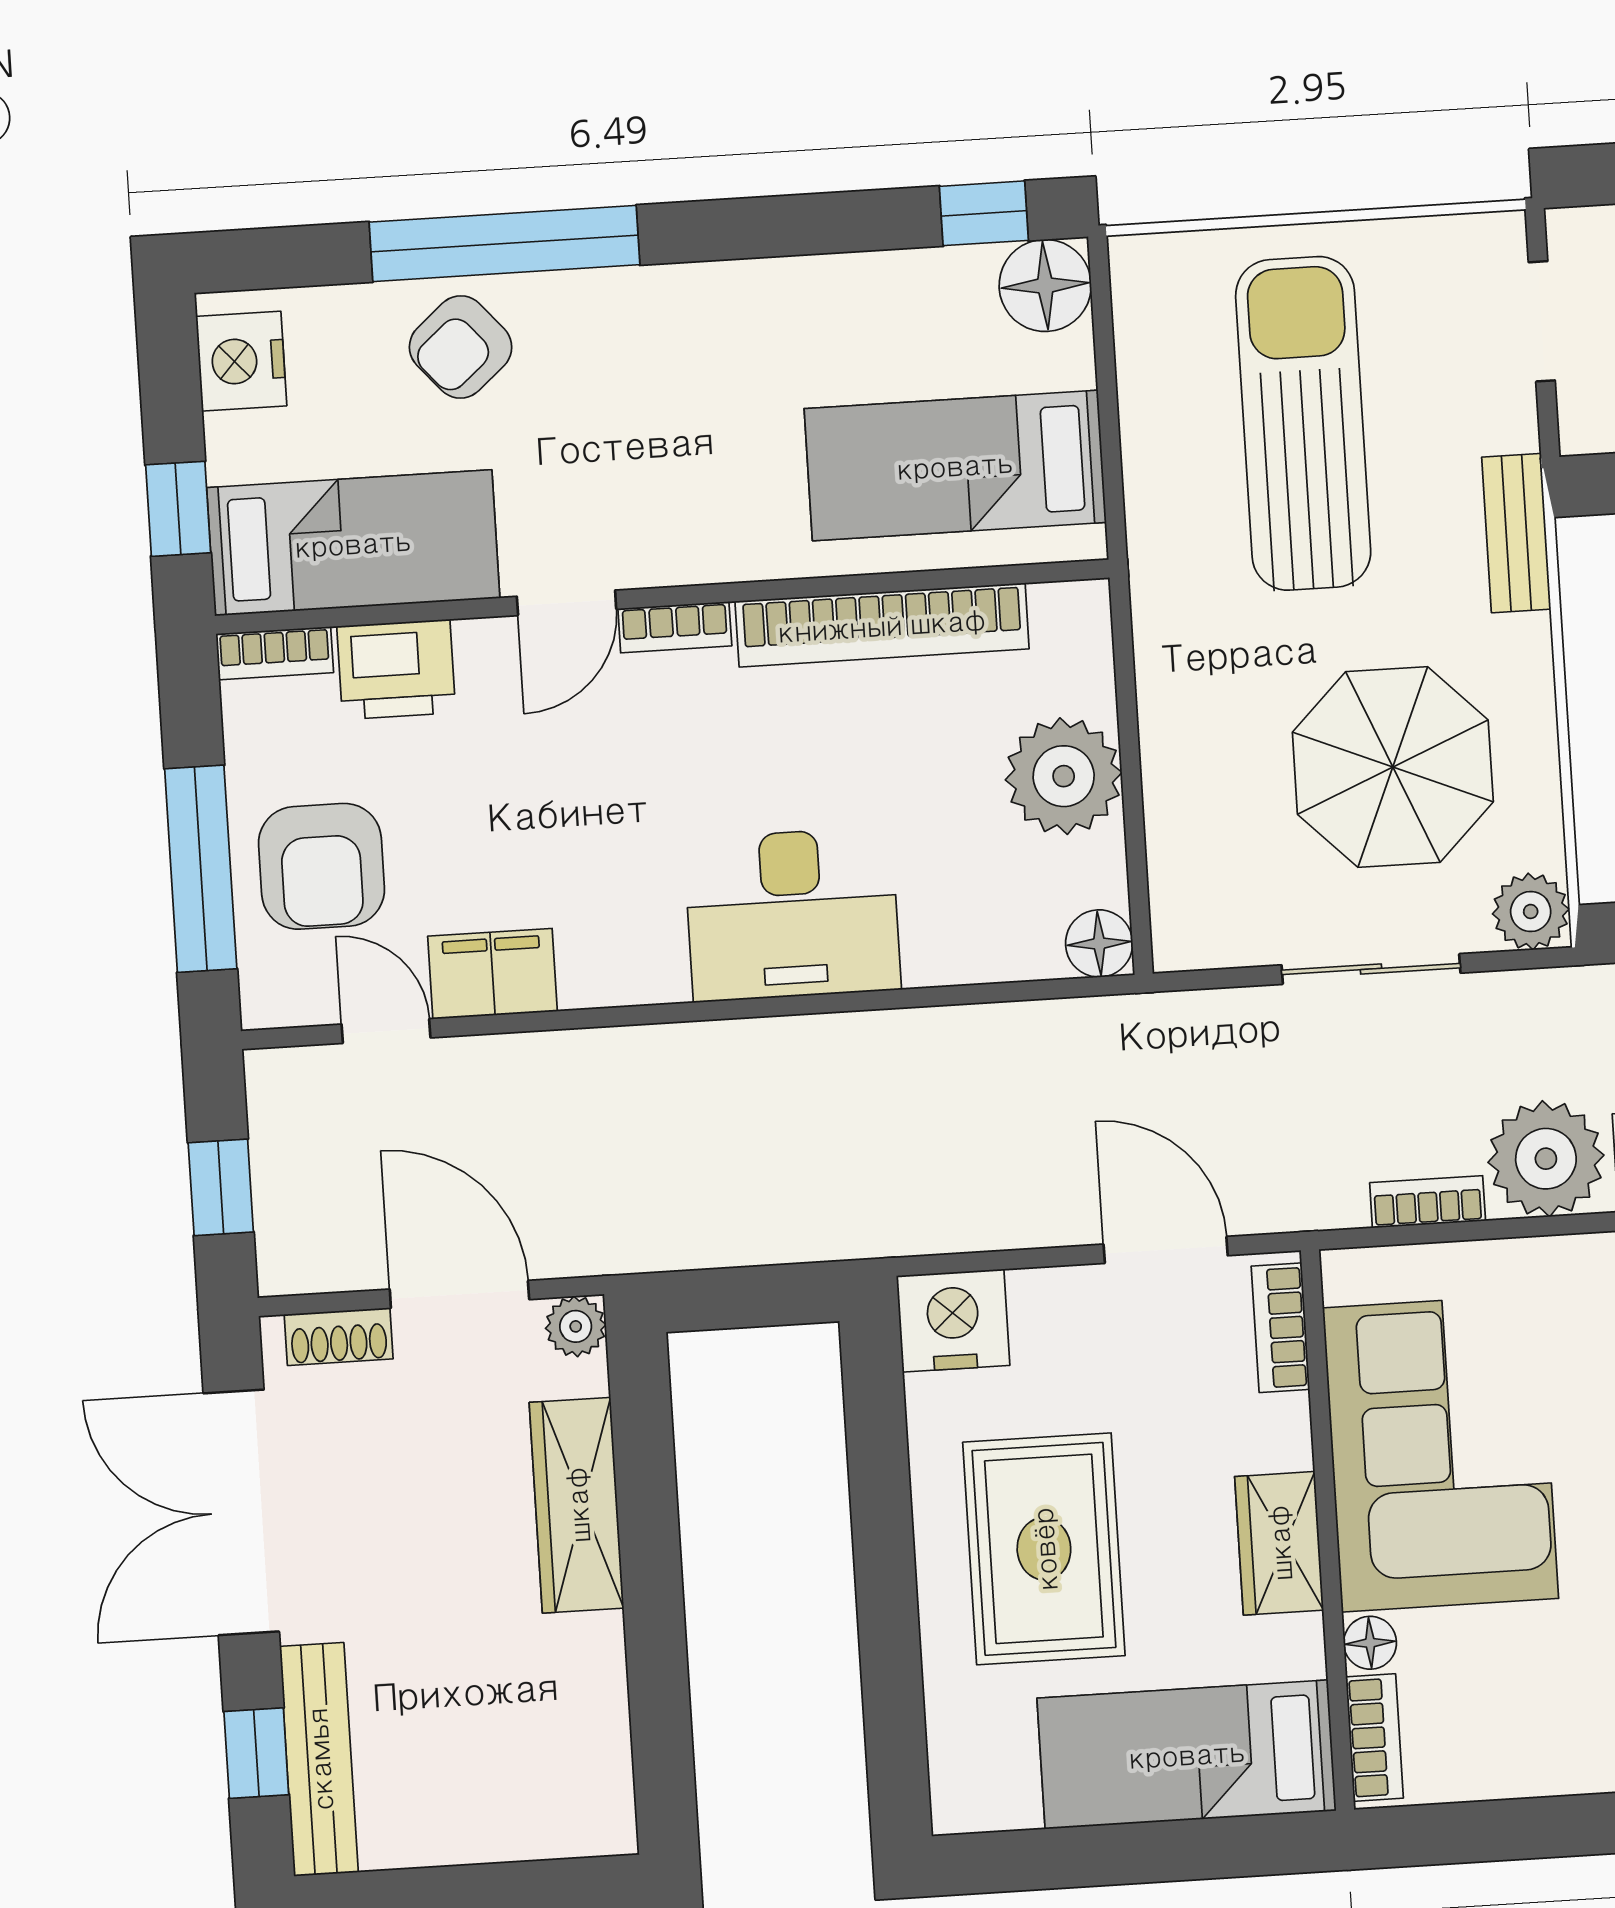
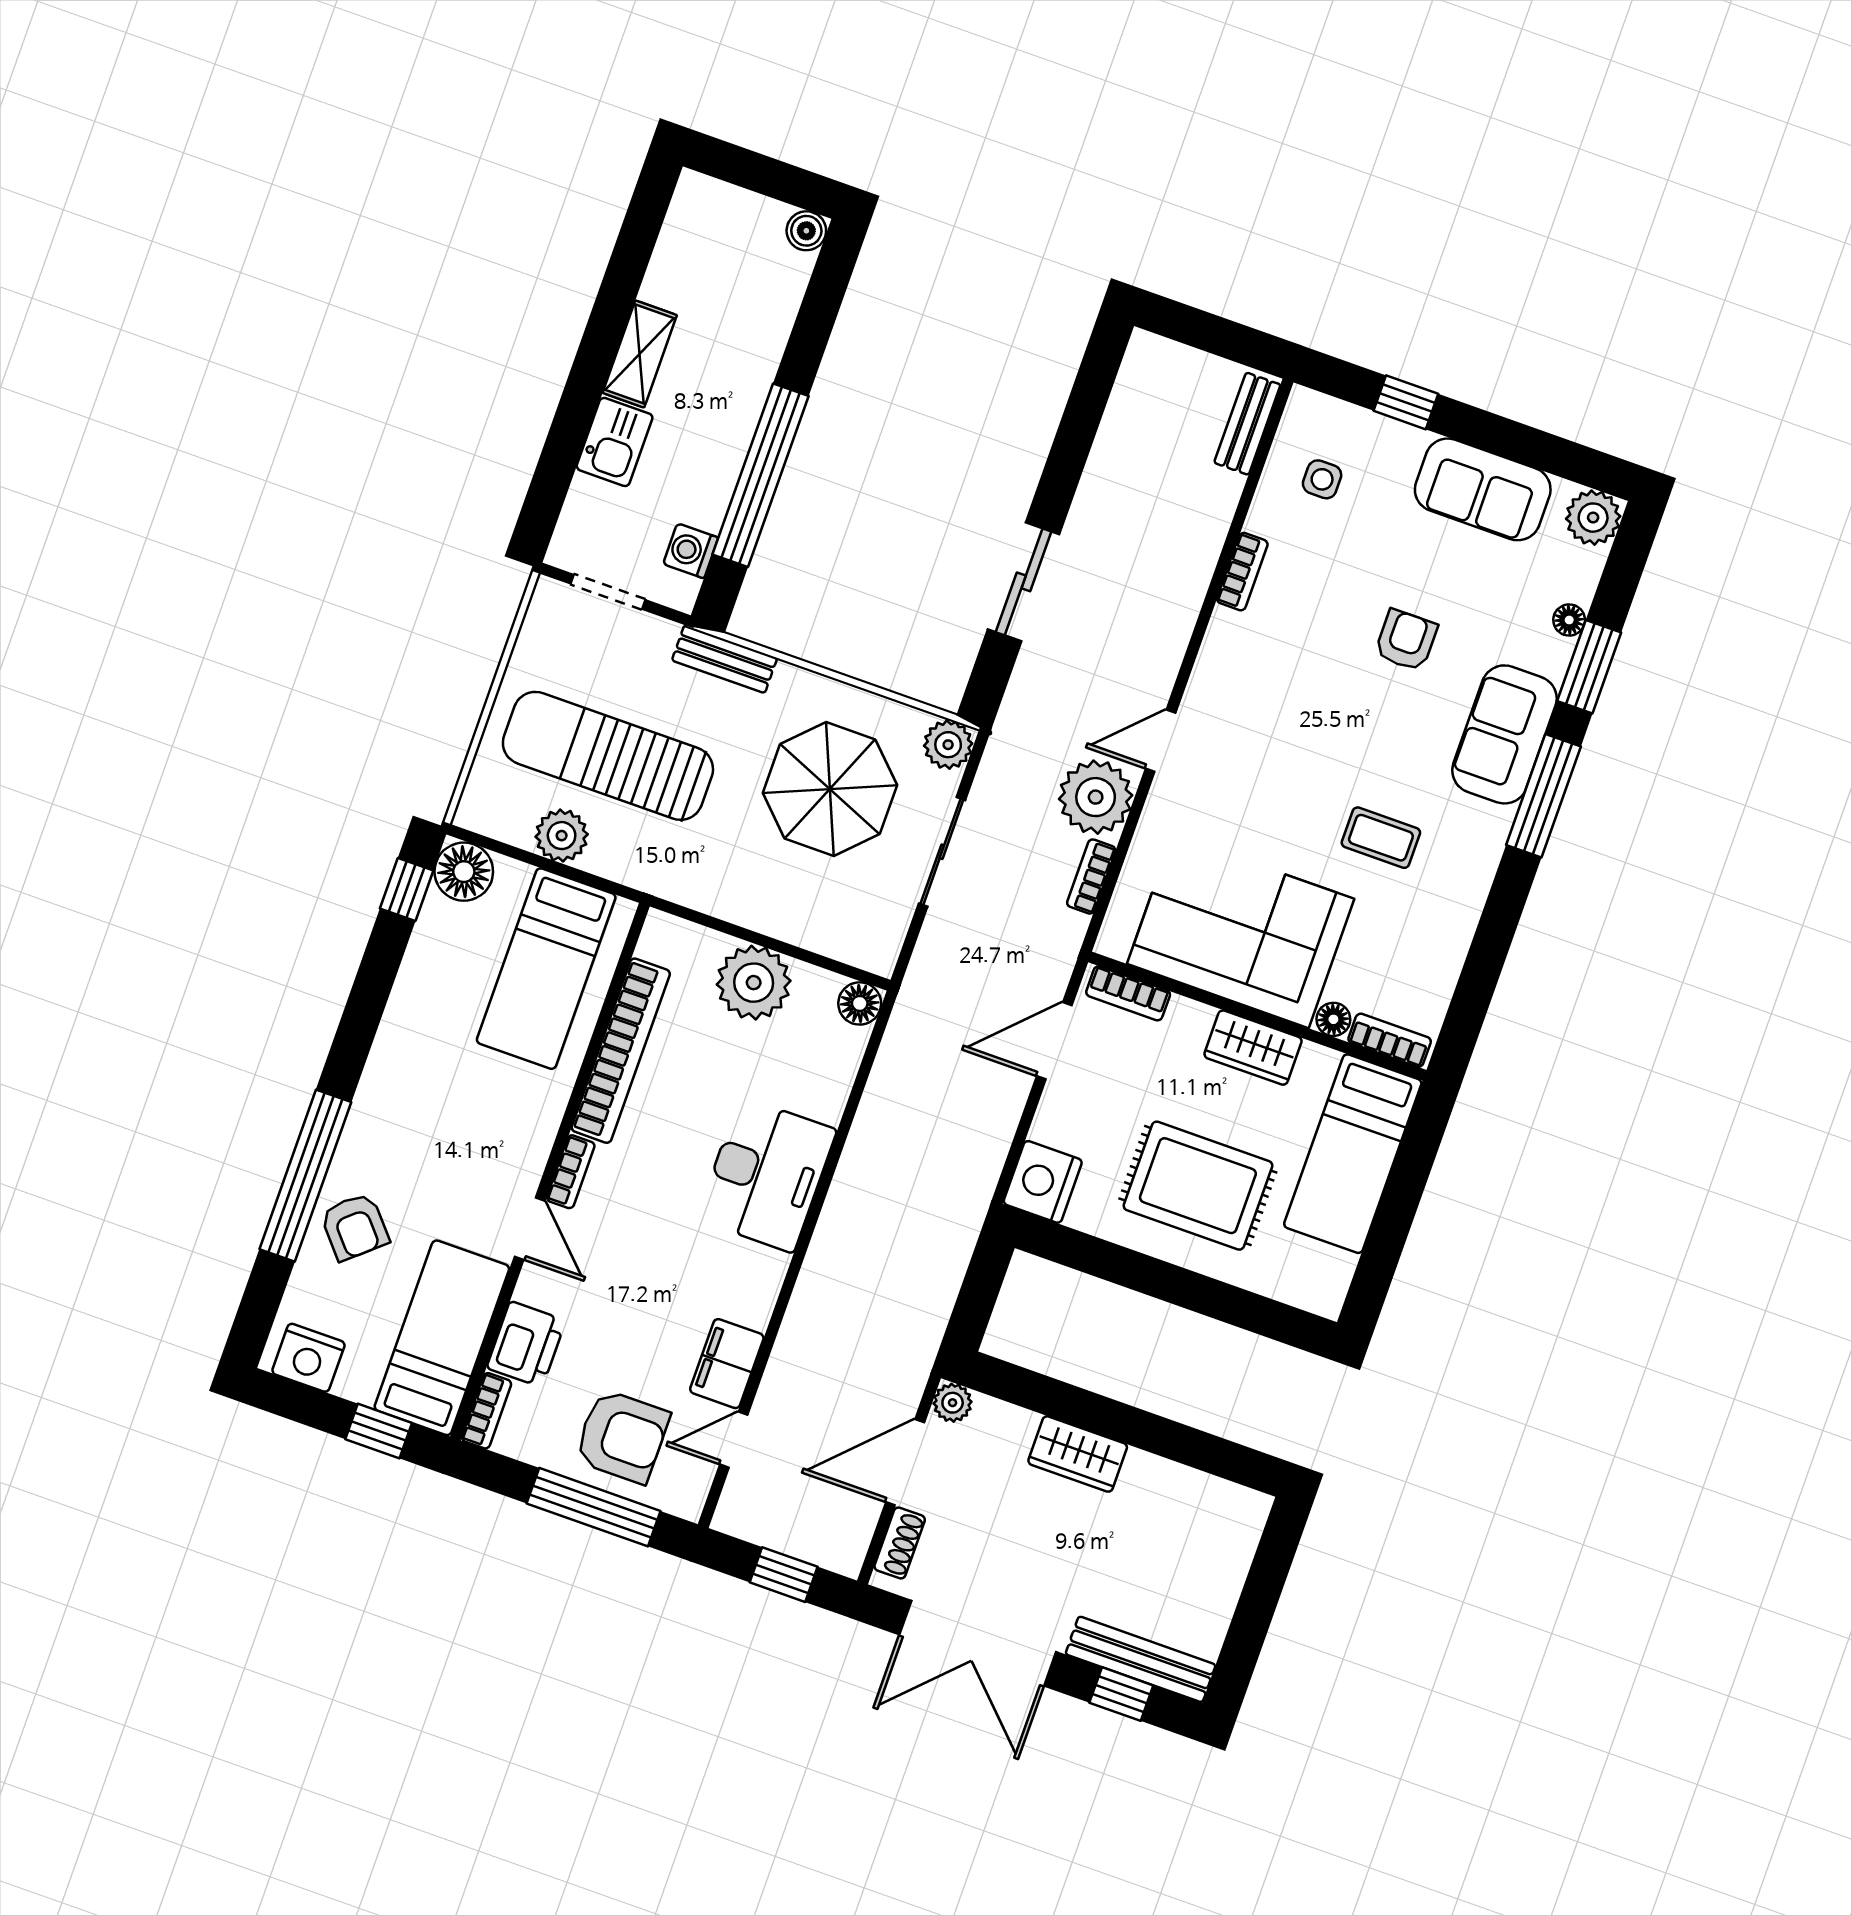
plant: (1158, 405) -> (562, 836), added
wardrobe: (577, 1505) -> (1078, 1454), width x0.67

